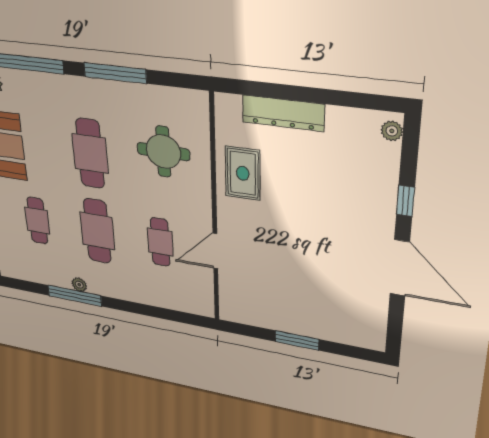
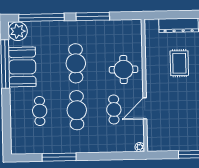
round table: (163, 152) -> (124, 70), moved
rug: (243, 173) -> (179, 63), moved
plant: (79, 285) -> (140, 147), moved

